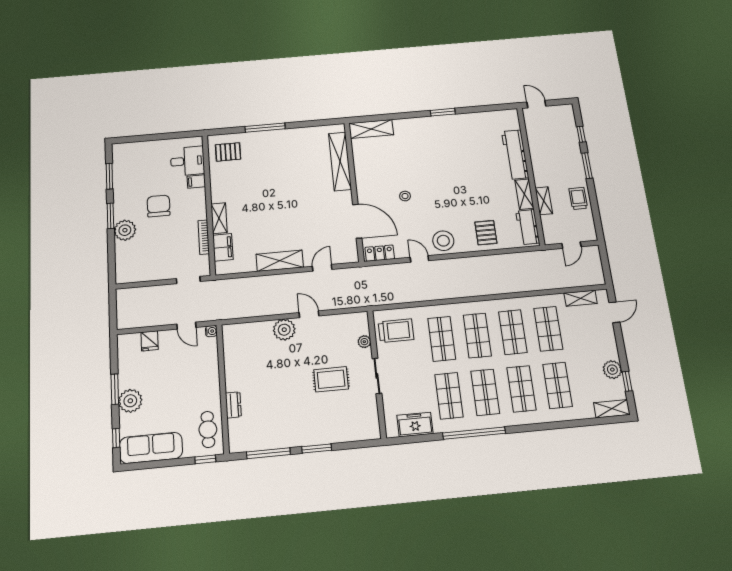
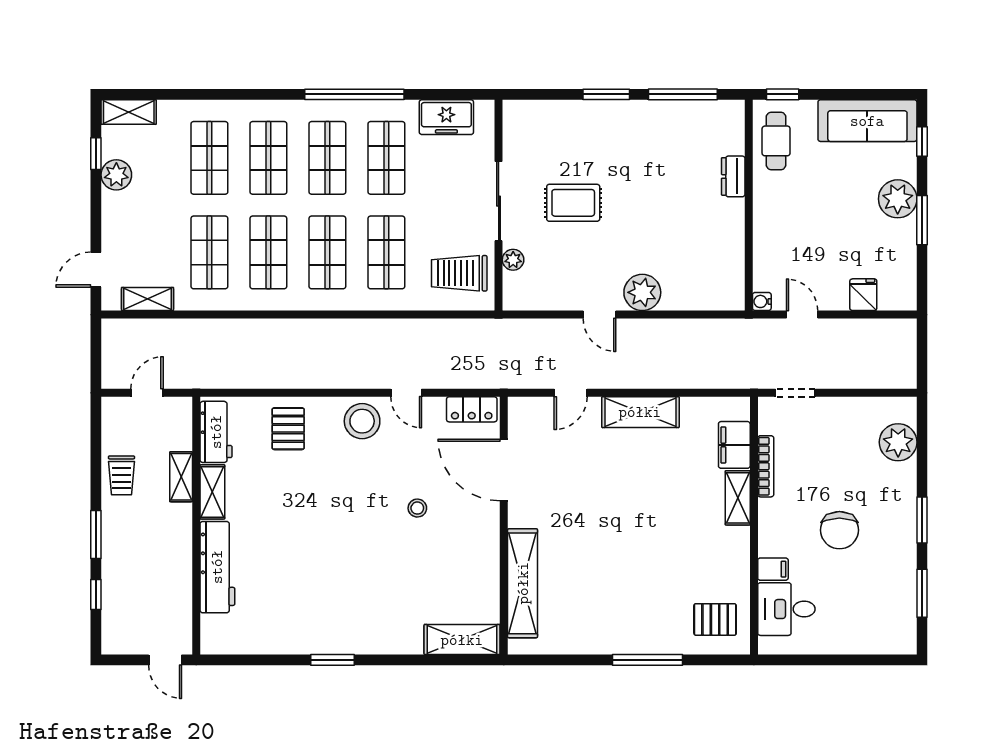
plant: (125, 230) -> (898, 442), moved
sliding door: (377, 376) -> (499, 201), width x1.37

